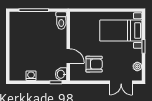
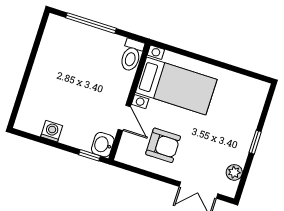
bed with nightstands: (121, 31) -> (176, 86), moved, turned 180

